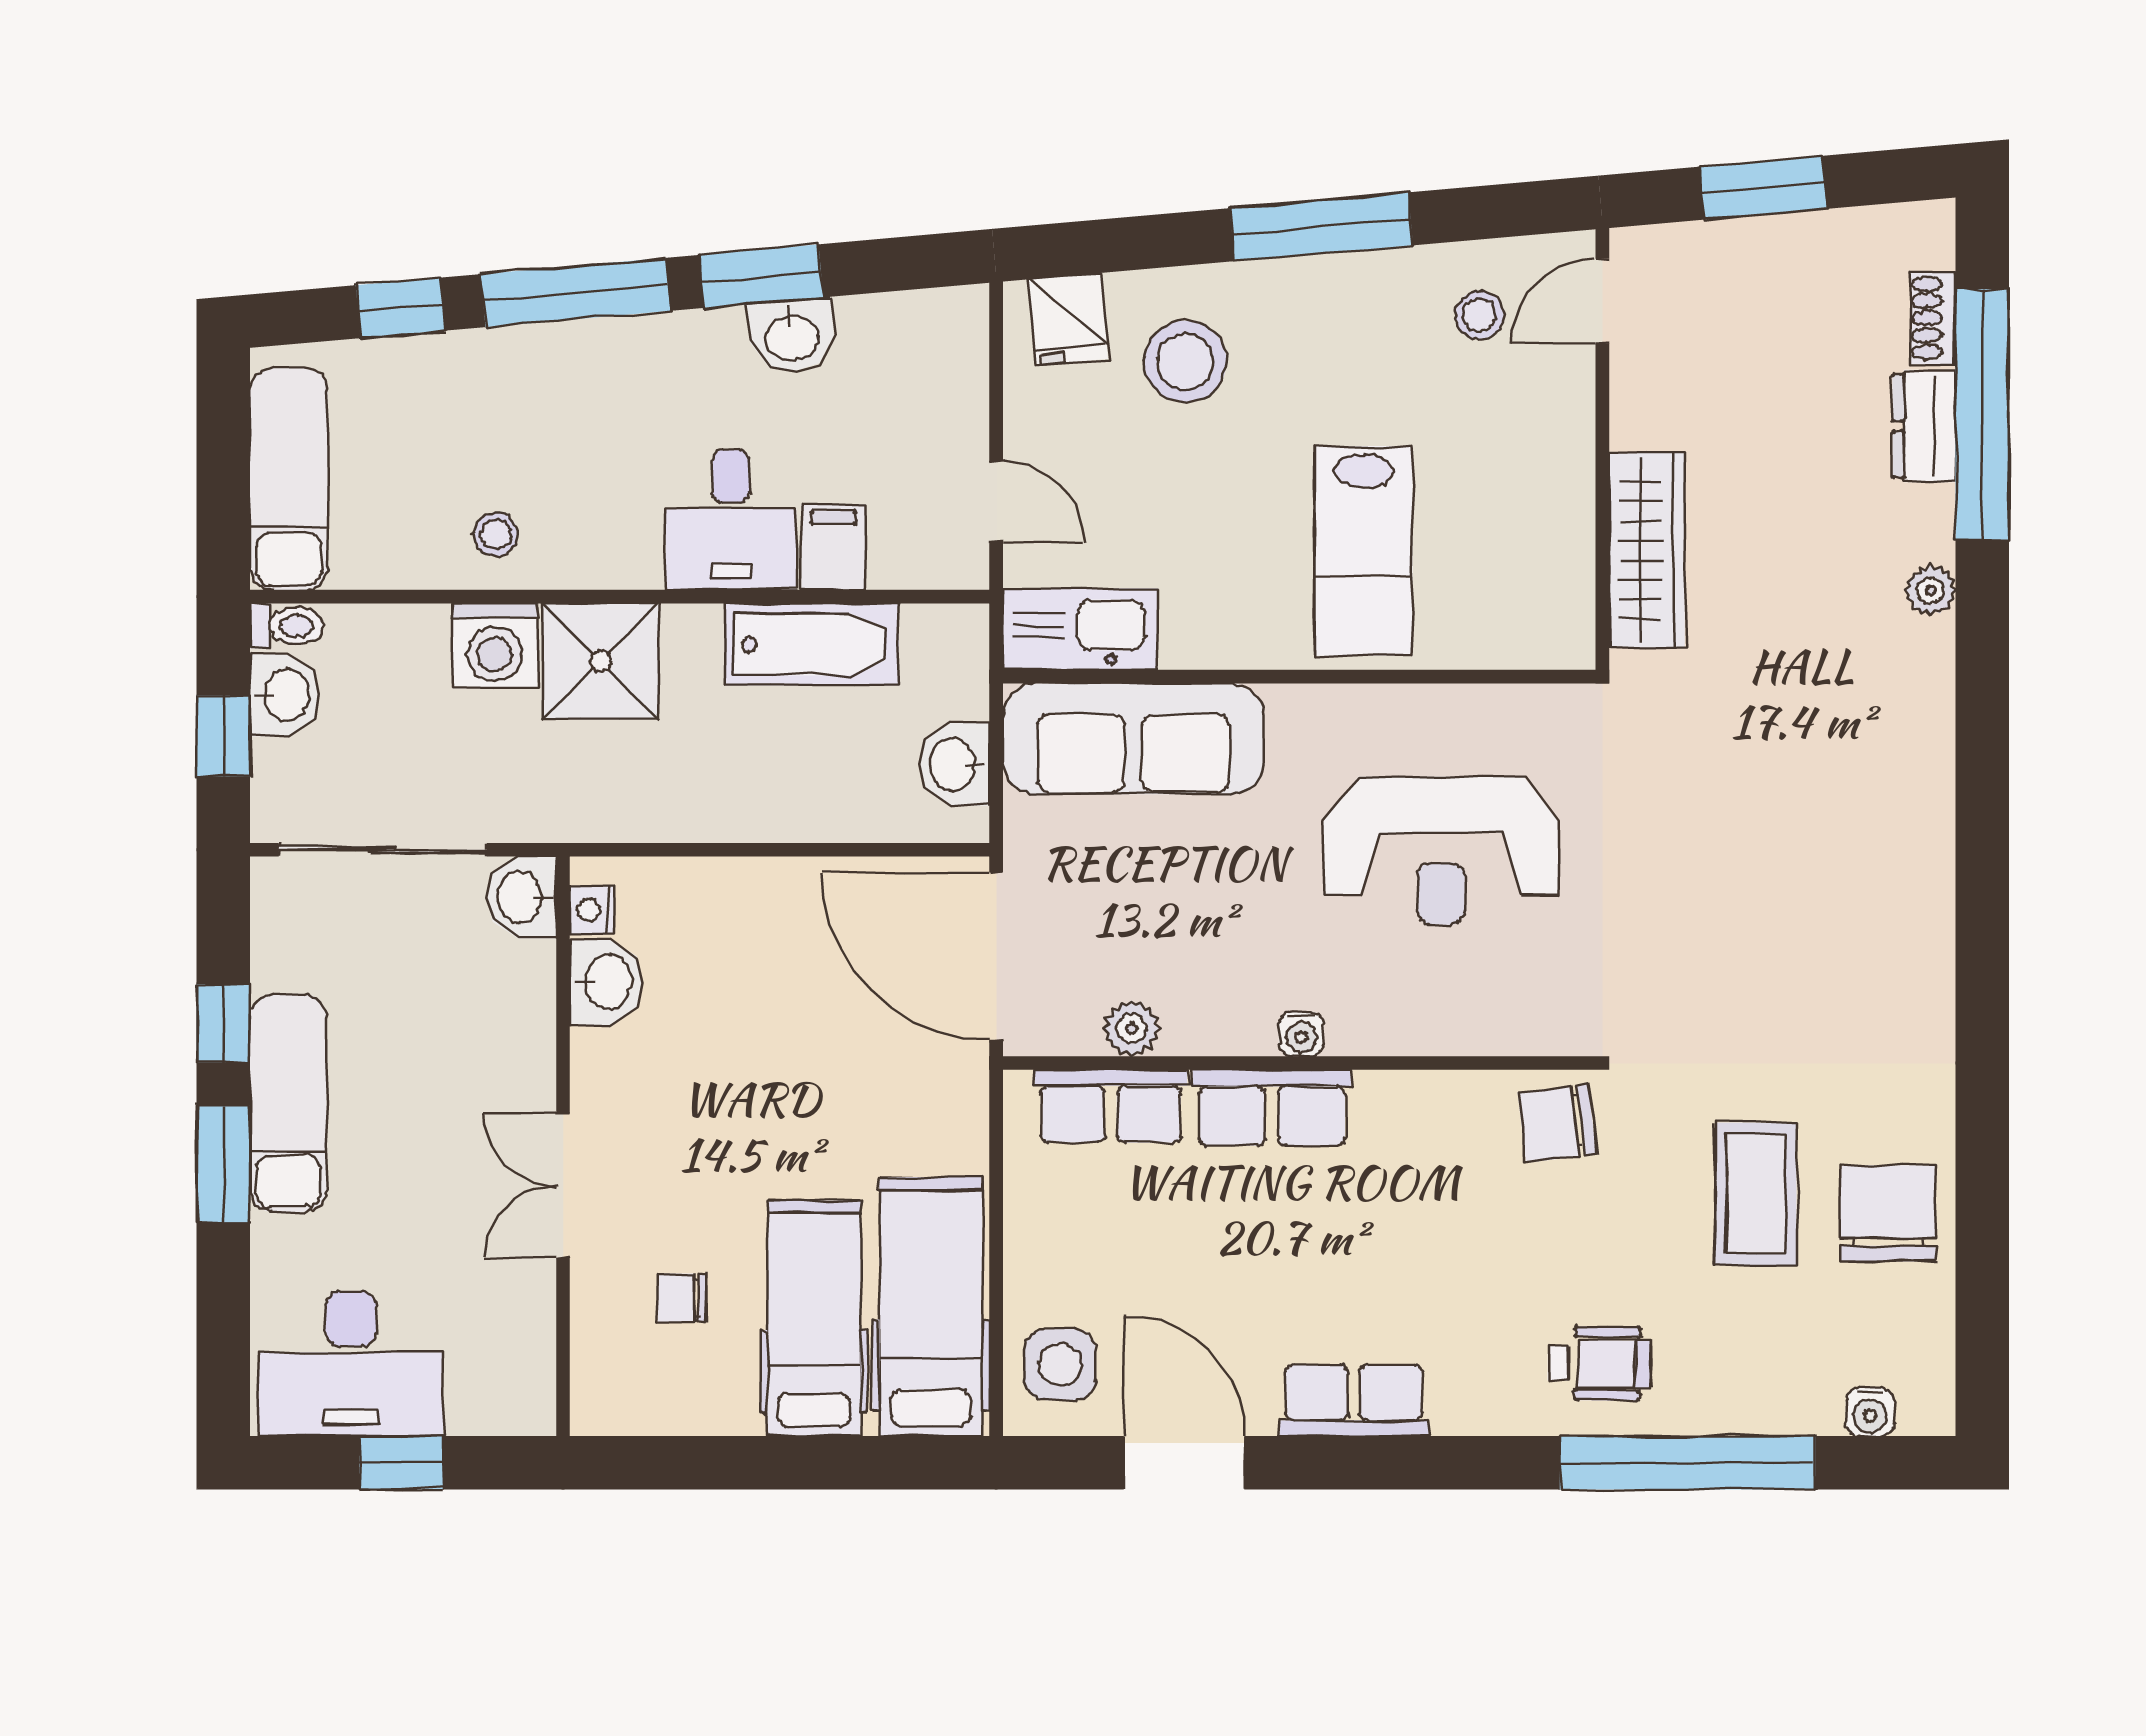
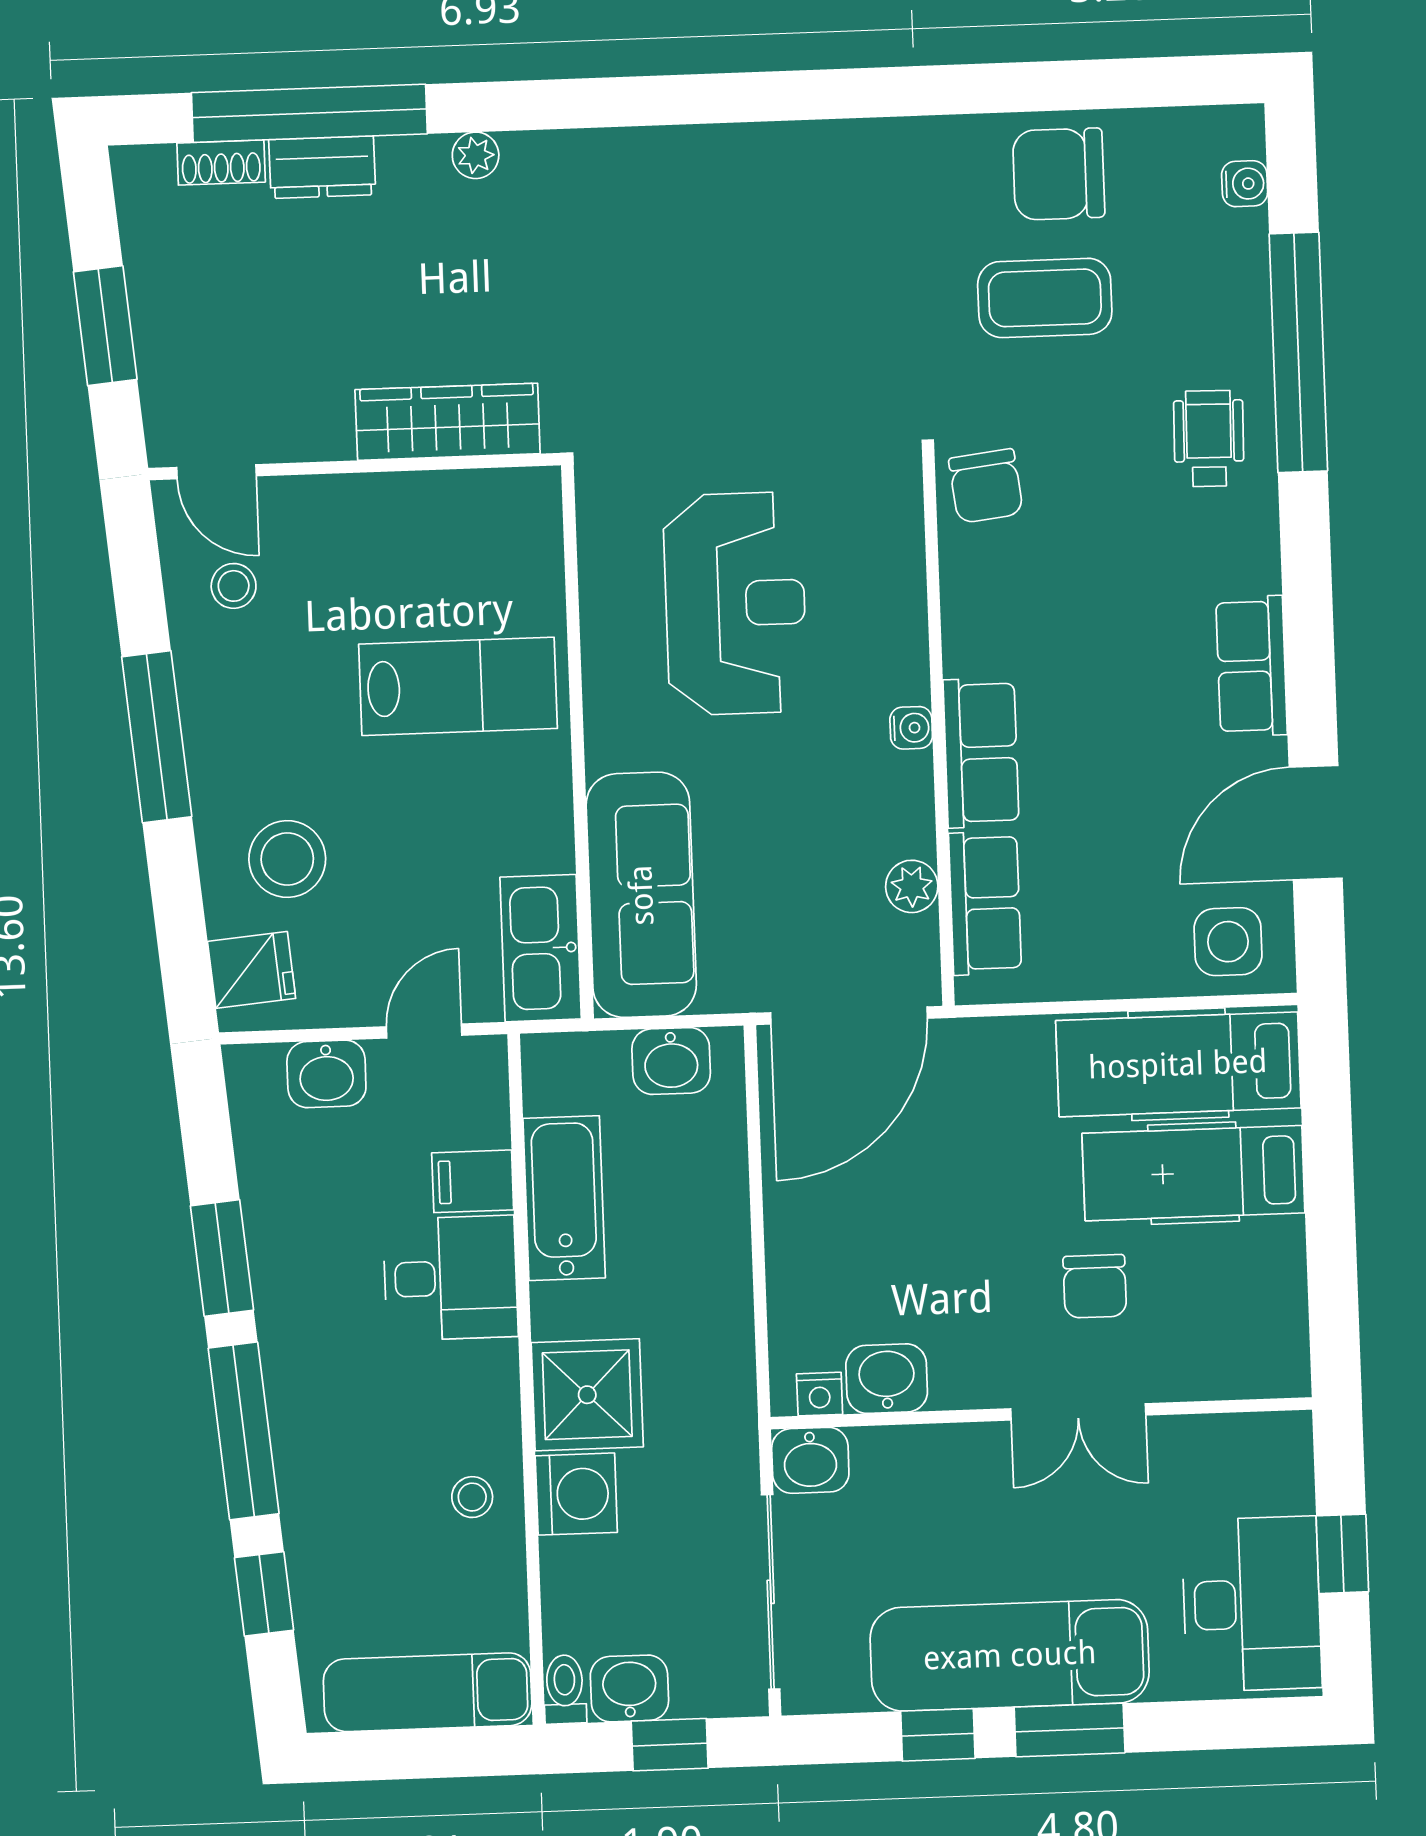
washbasin: (792, 336) -> (326, 1074), moved, turned 95
exam couch: (288, 1103) -> (1010, 1655), width x1.36, depth x1.45
chair: (682, 1298) -> (1095, 1286), moved, width x1.37, depth x1.37

